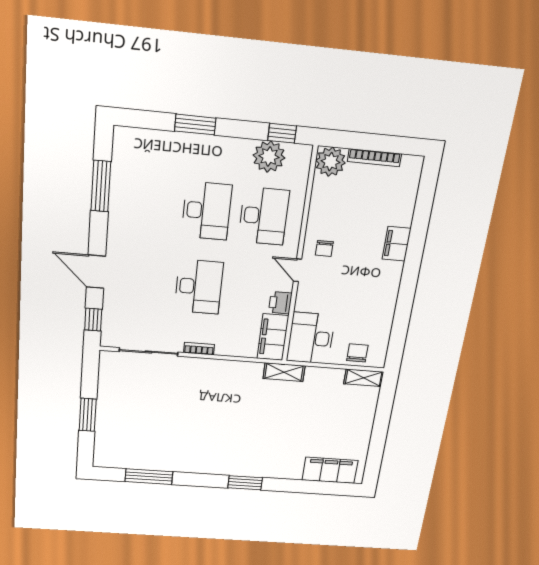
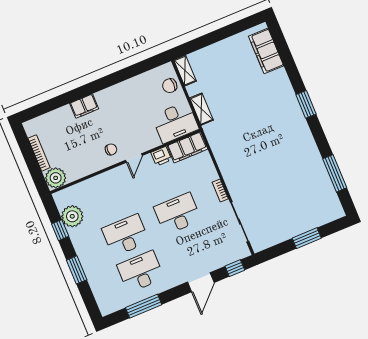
window: (282, 133) -> (60, 230), moved
desk: (264, 216) -> (141, 272), moved
shelving: (284, 372) -> (201, 109), moved

